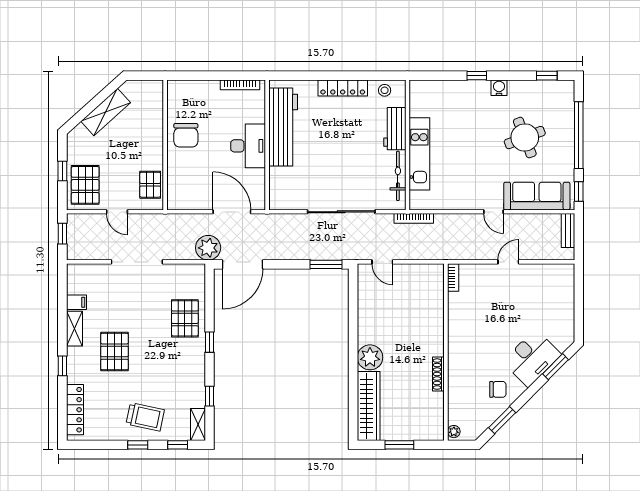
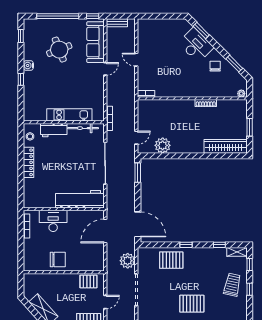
workbench: (283, 127) -> (80, 199), moved
desk: (248, 146) -> (53, 221), moved
plant: (208, 248) -> (128, 261), moved
plant: (370, 357) -> (163, 145), moved

